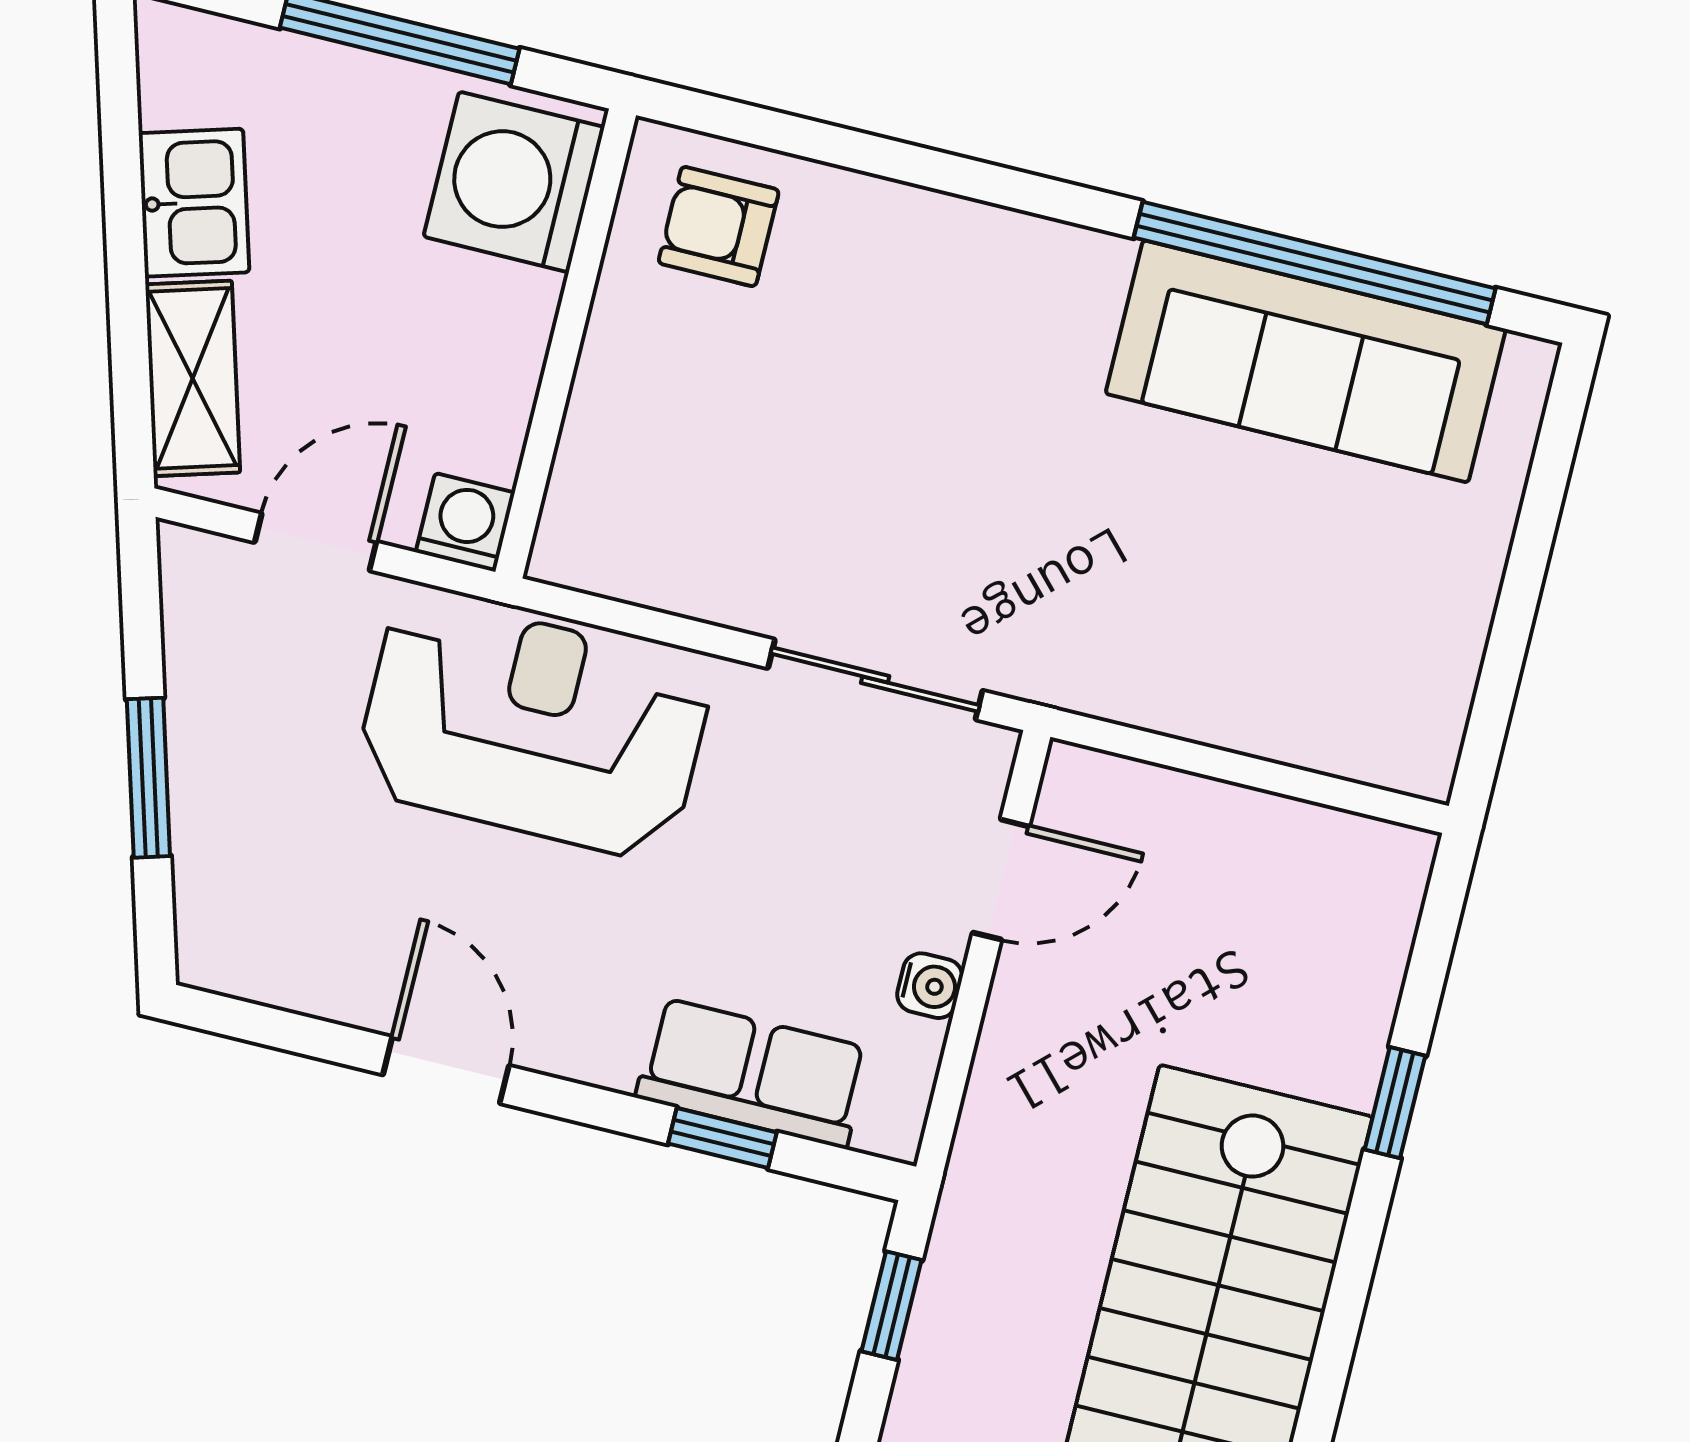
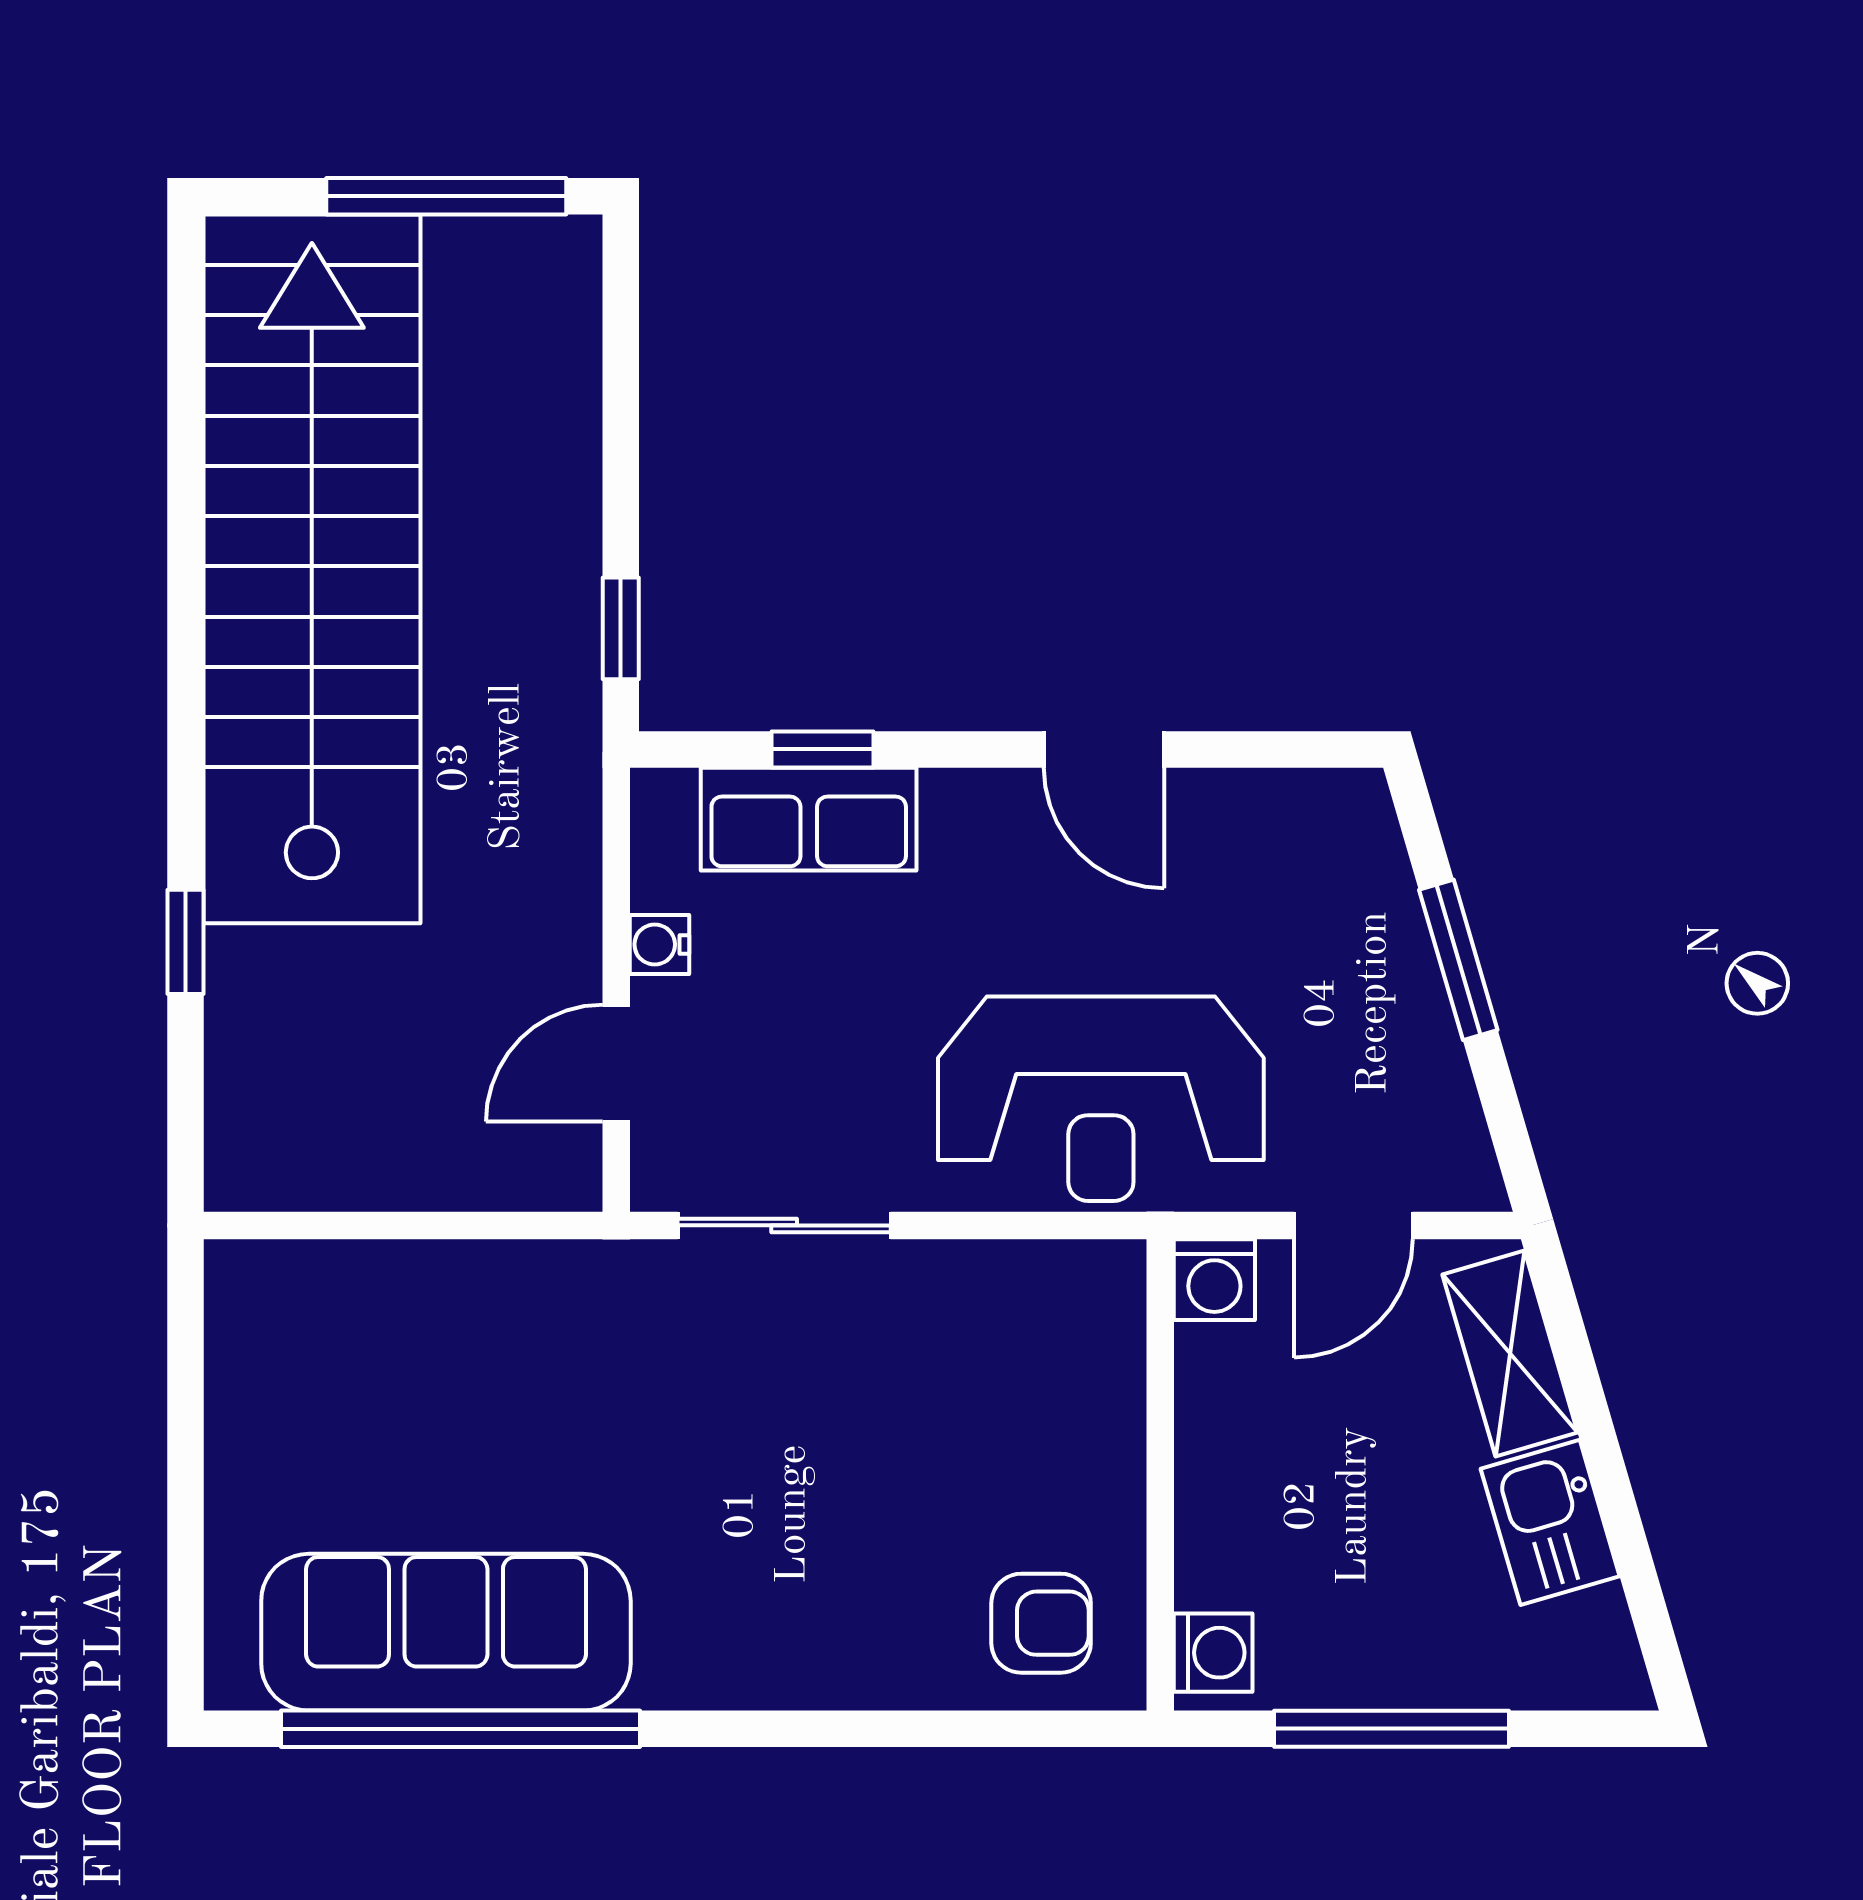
washing machine: (514, 182) -> (1213, 1653), width x0.53, depth x0.53

